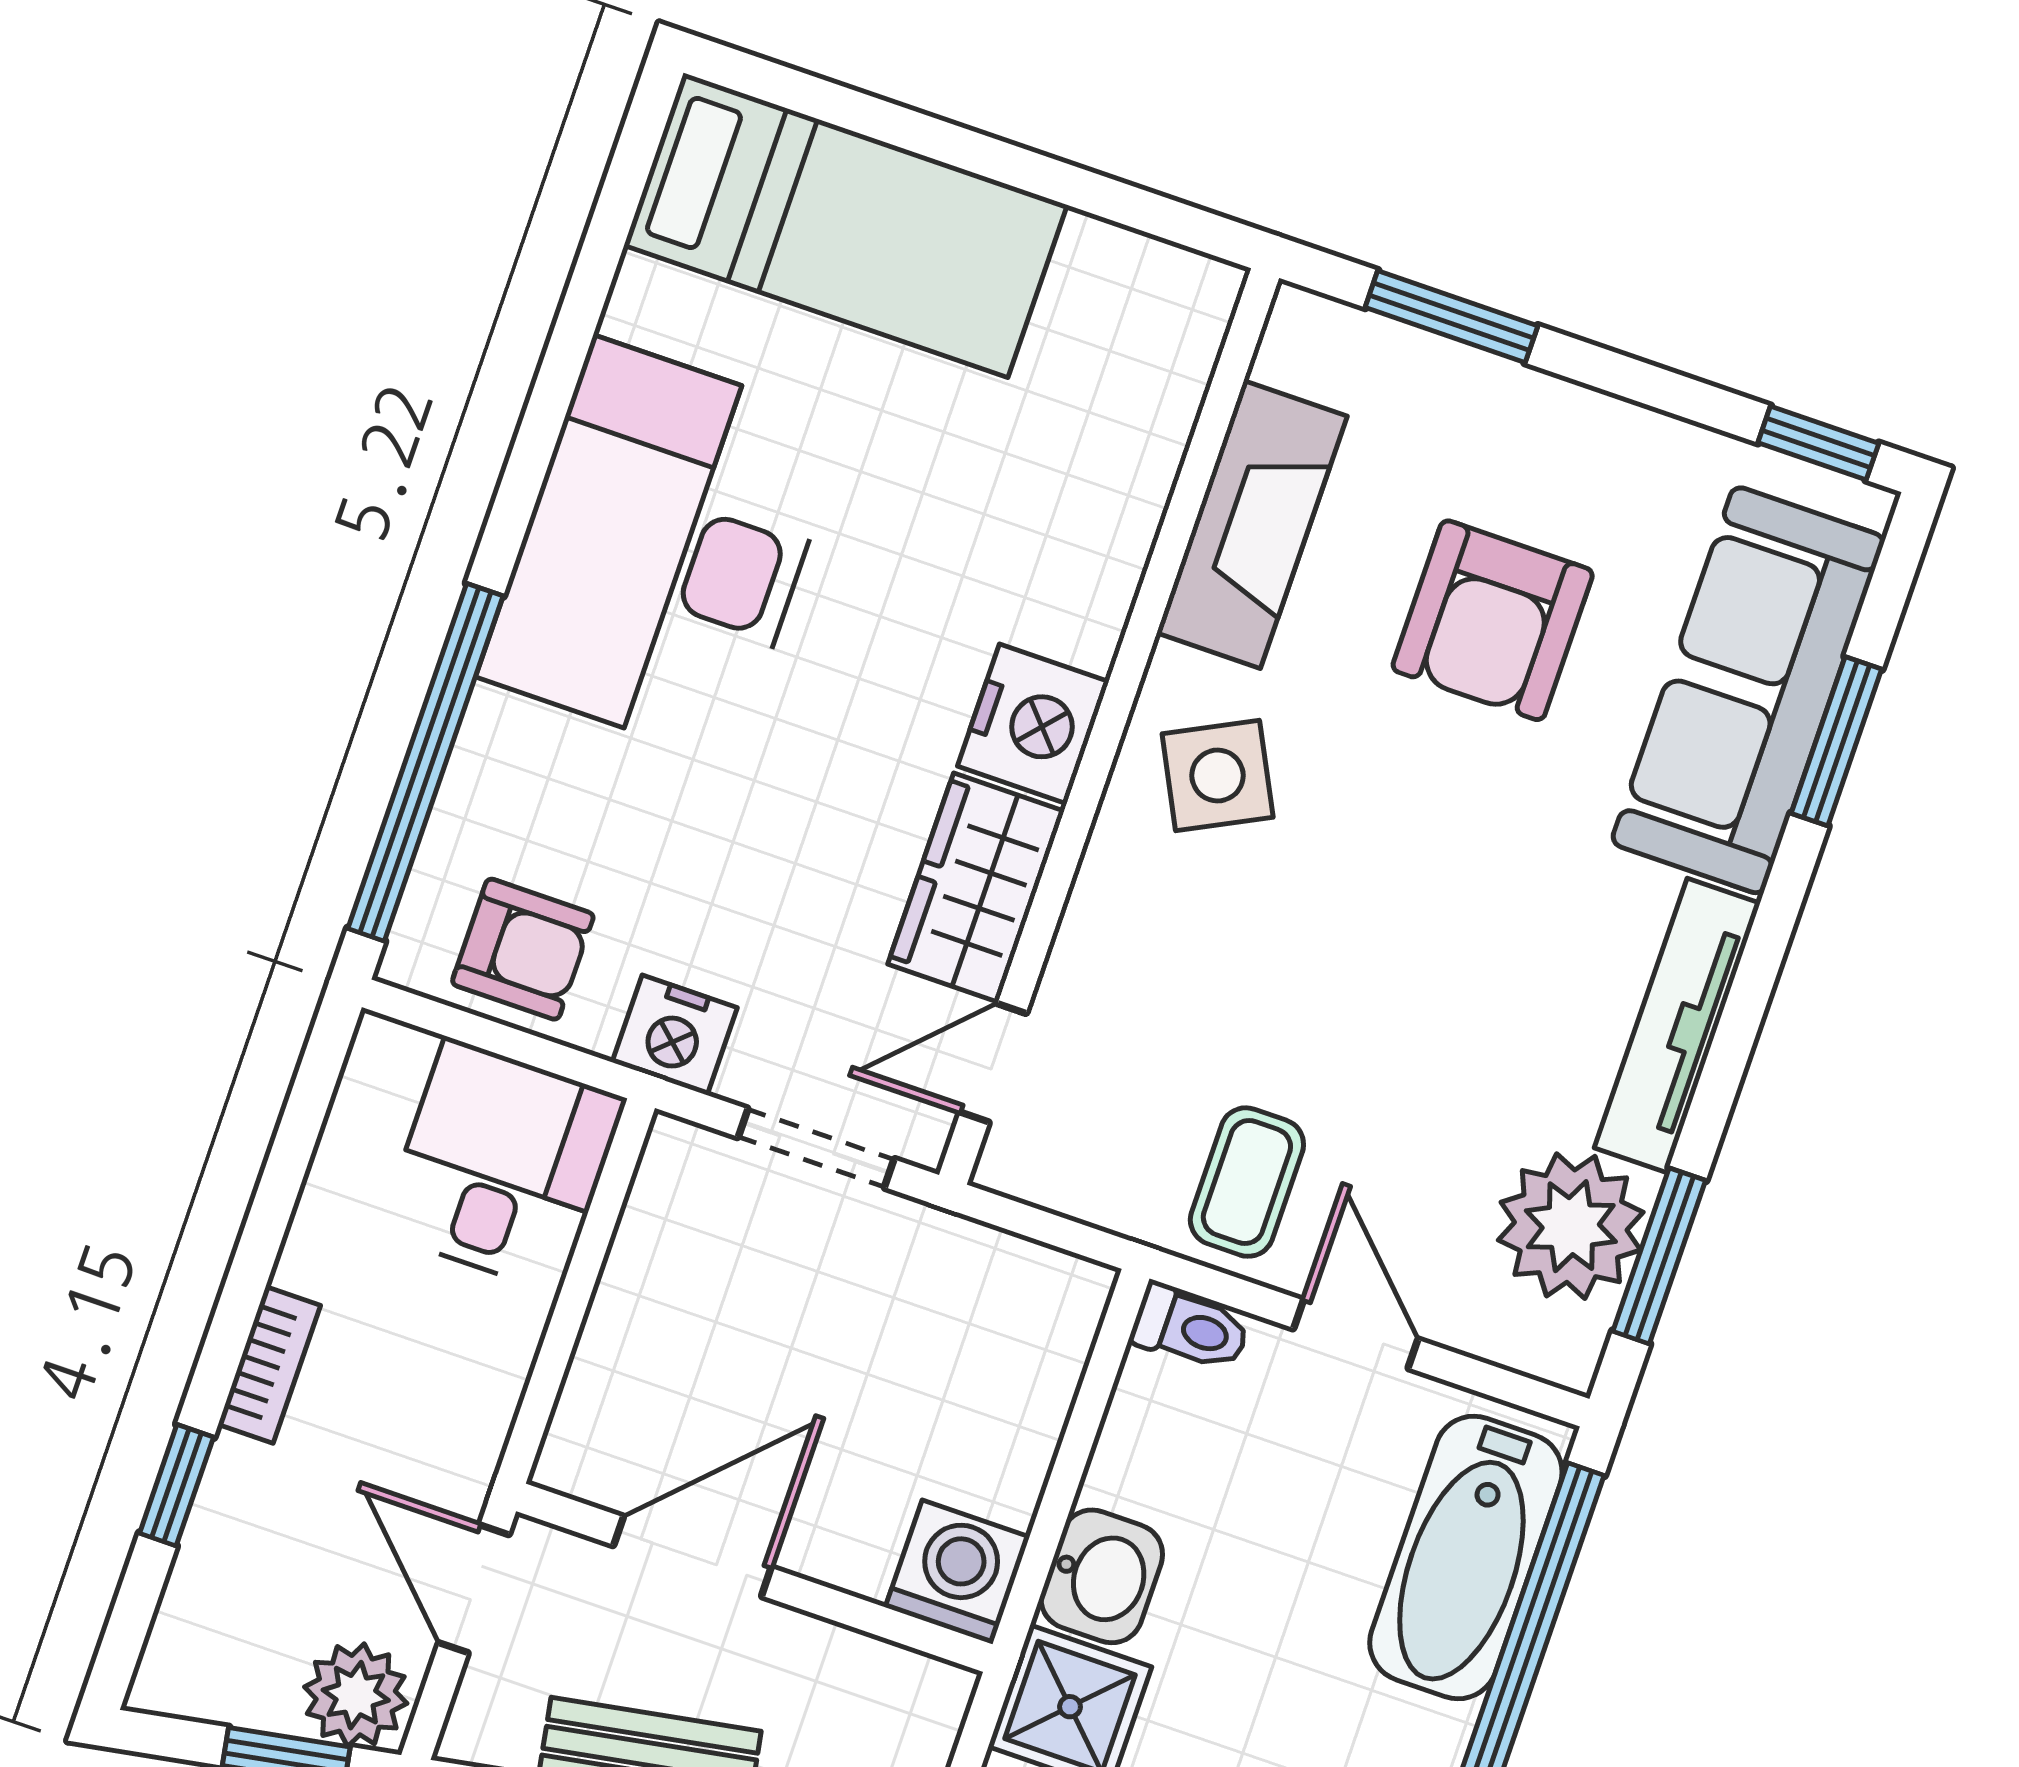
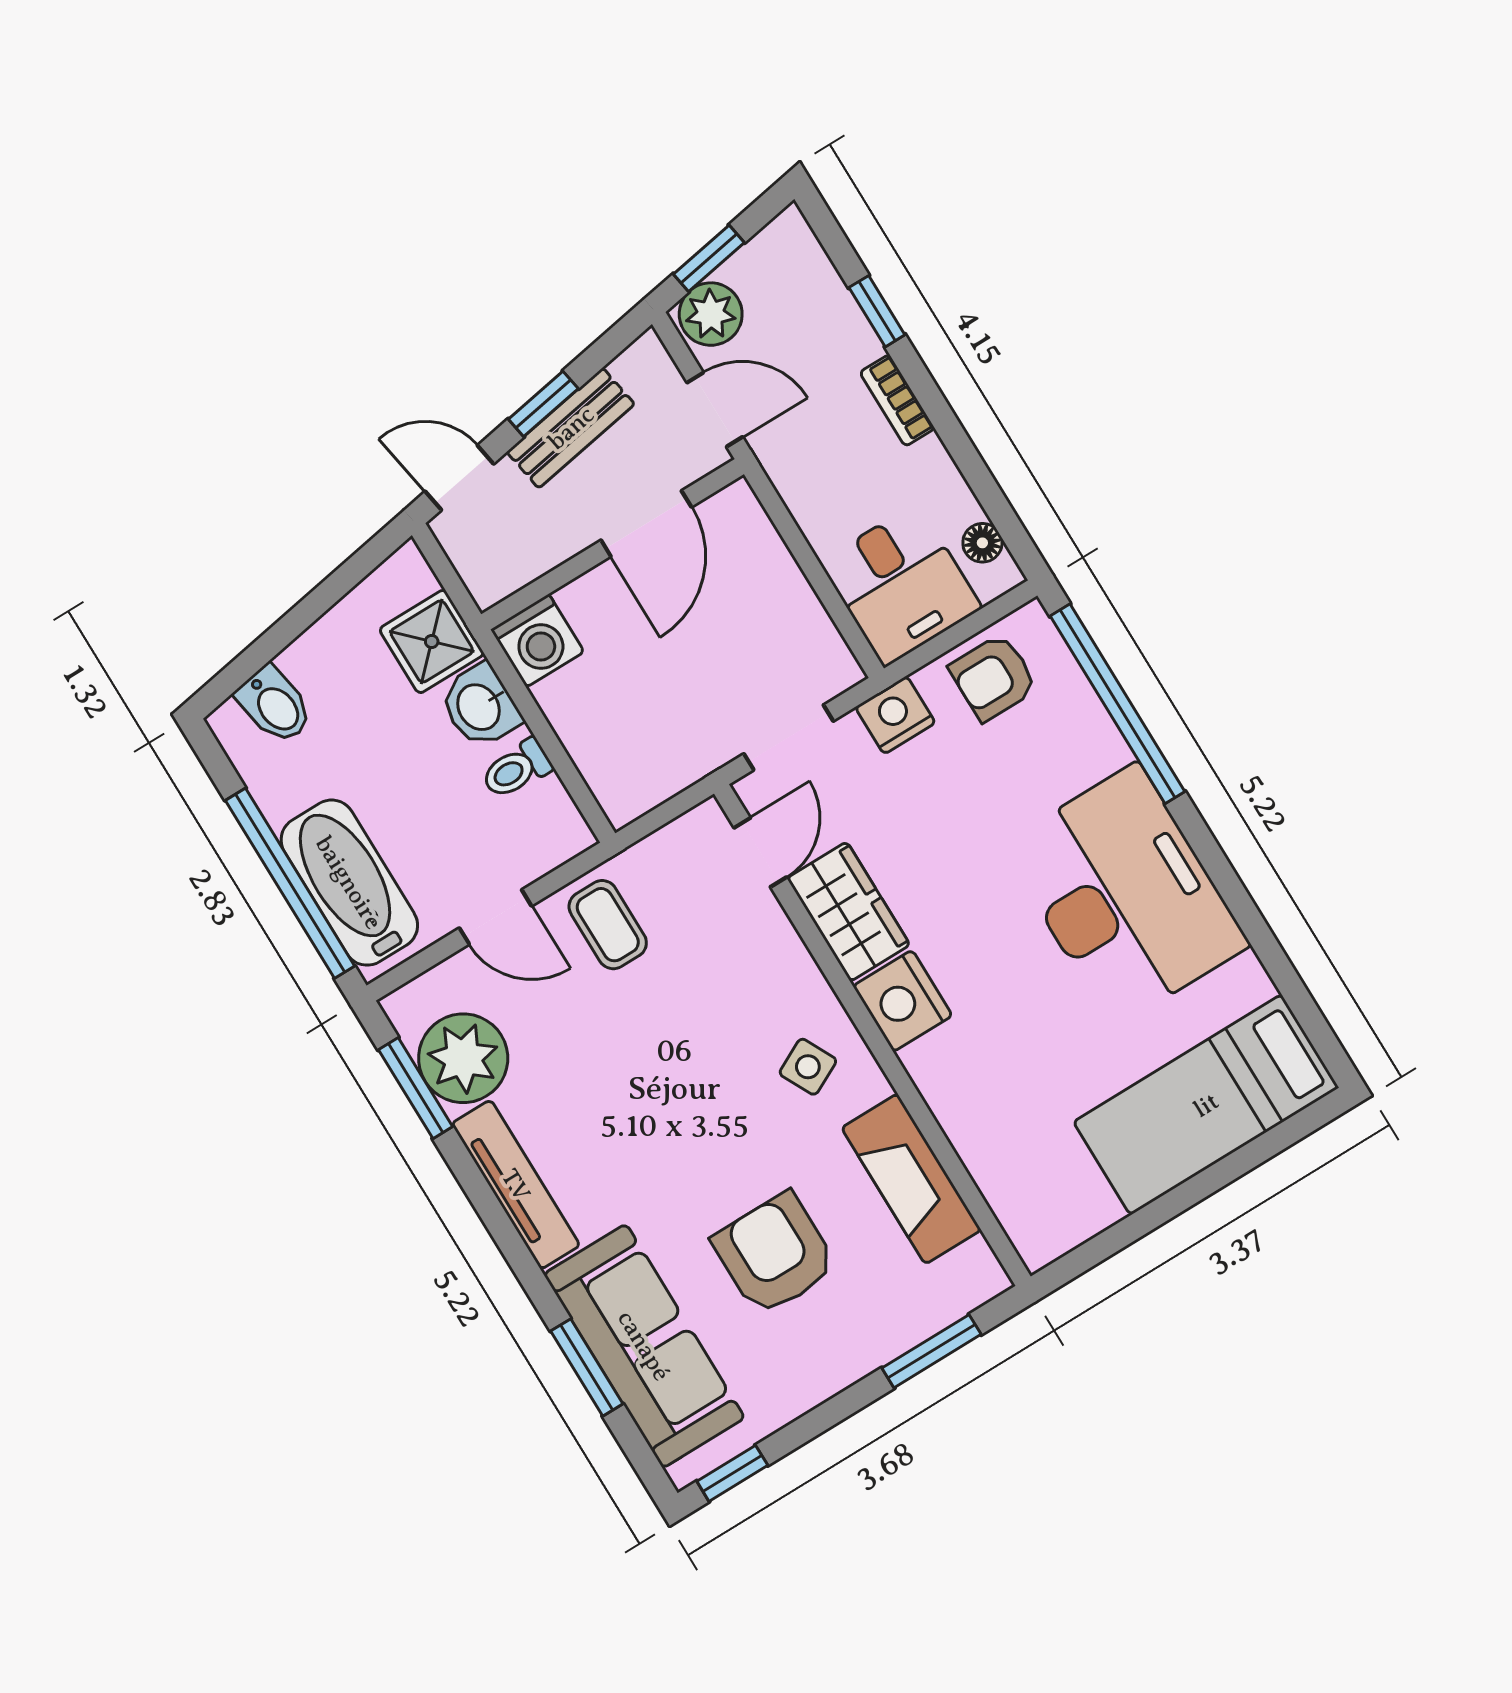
side table: (1218, 775) -> (808, 1067), width x0.73, depth x0.73
floor lamp: (362, 1105) -> (982, 543), added
toilet: (1190, 1328) -> (516, 769), moved

